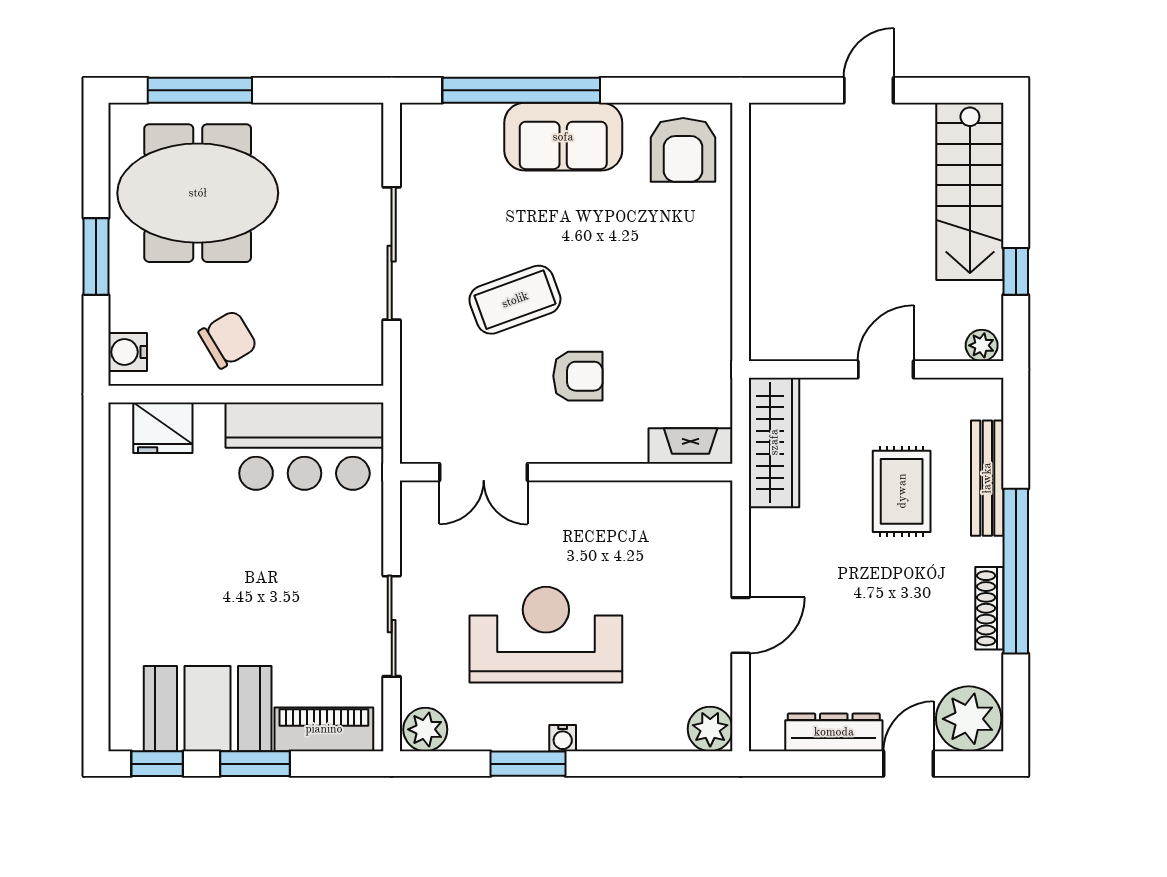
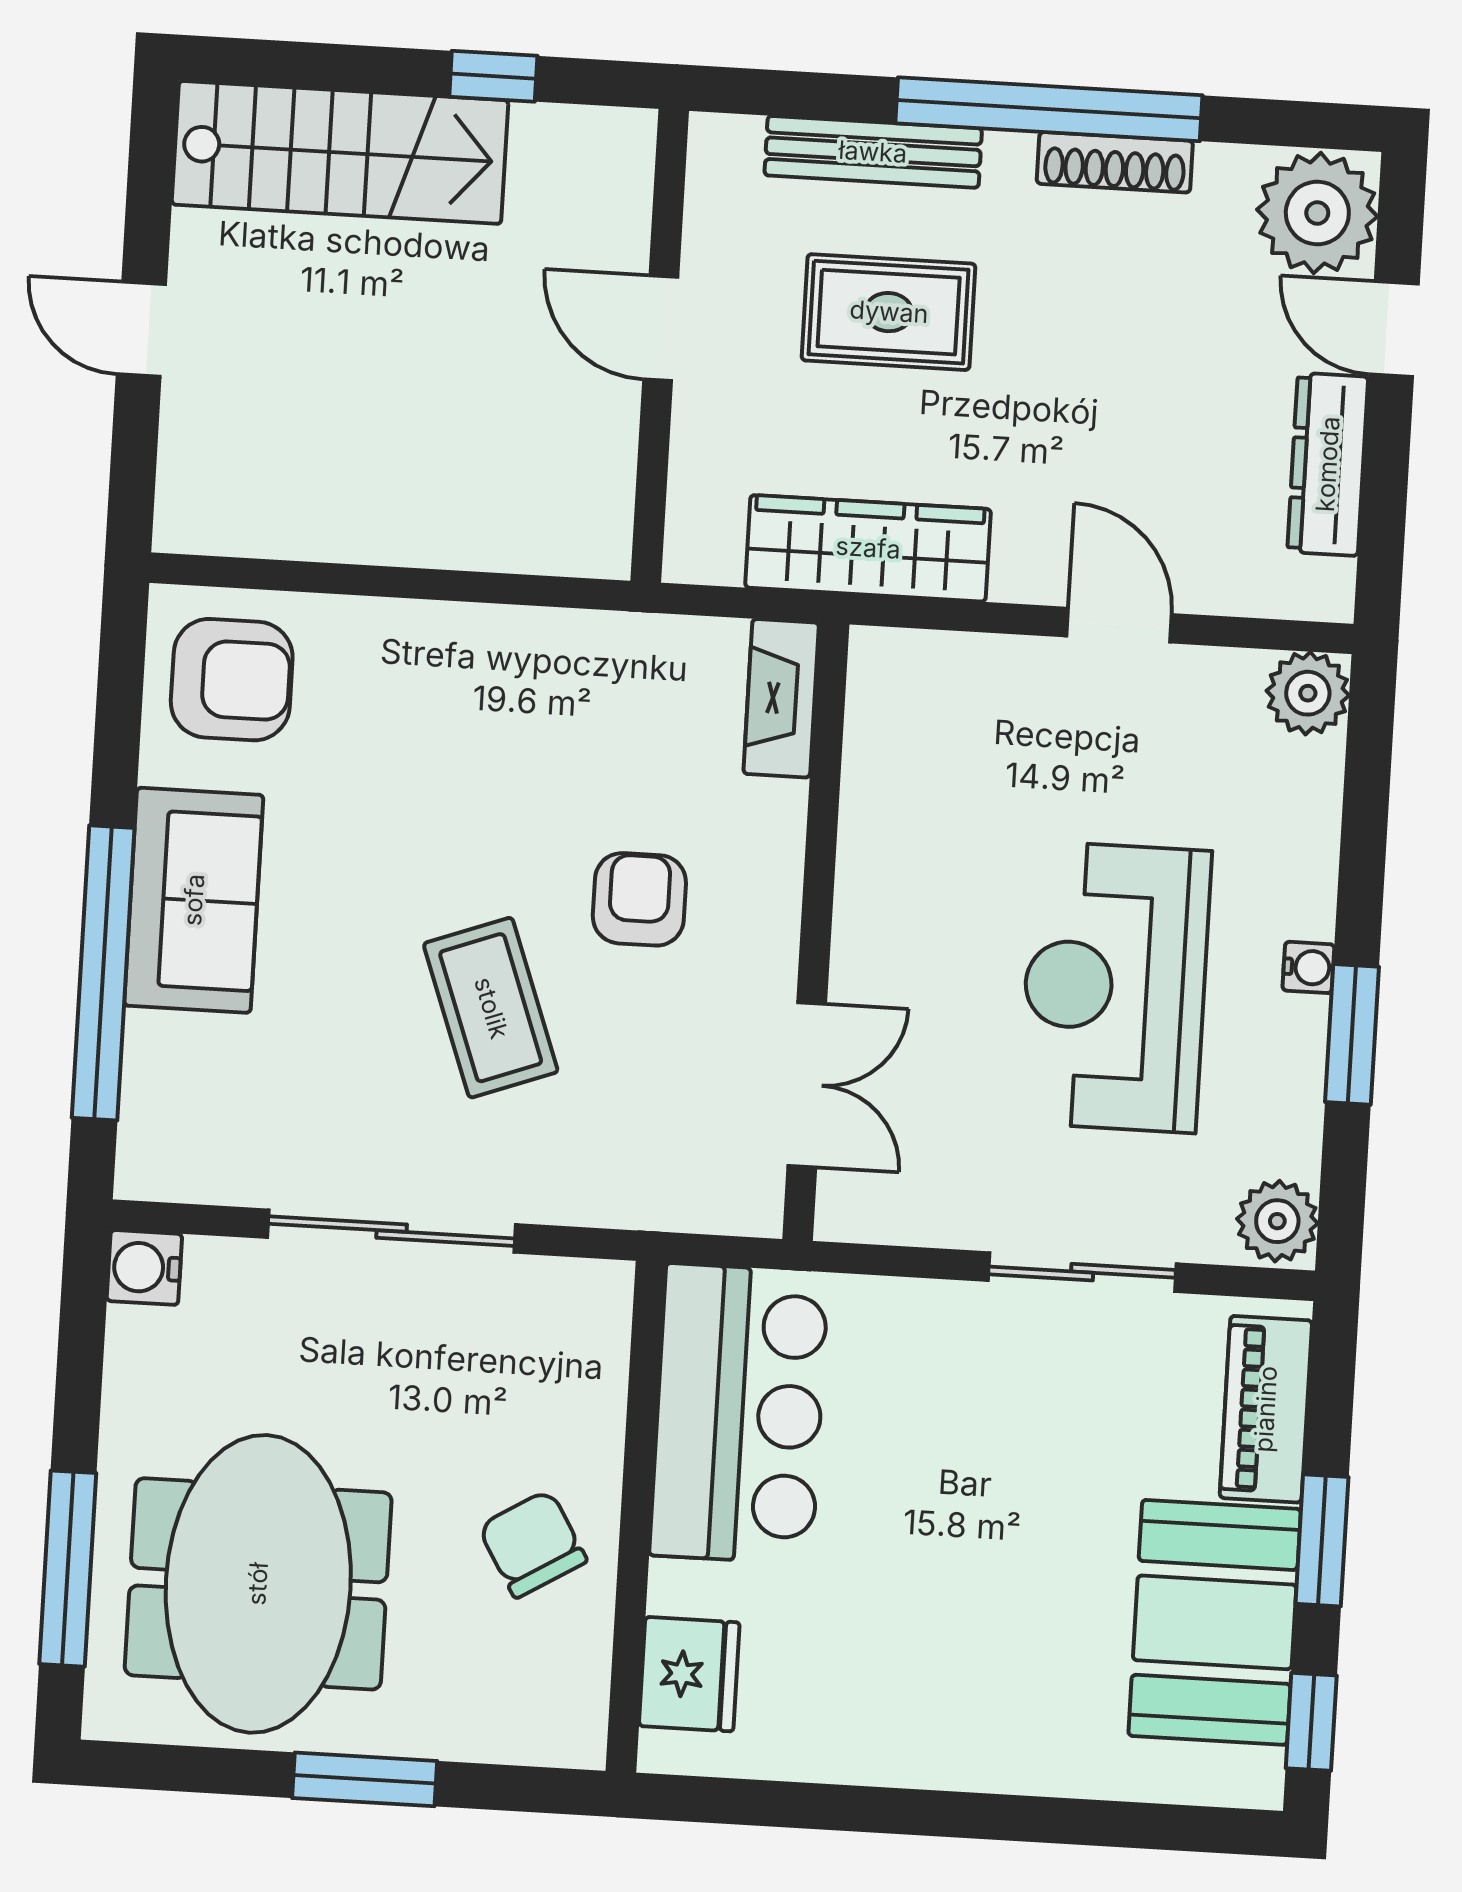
plant: (982, 345) -> (627, 148), removed
water cooler: (128, 352) -> (144, 1267), moved, turned 90
wardrobe: (774, 442) -> (868, 548), moved

